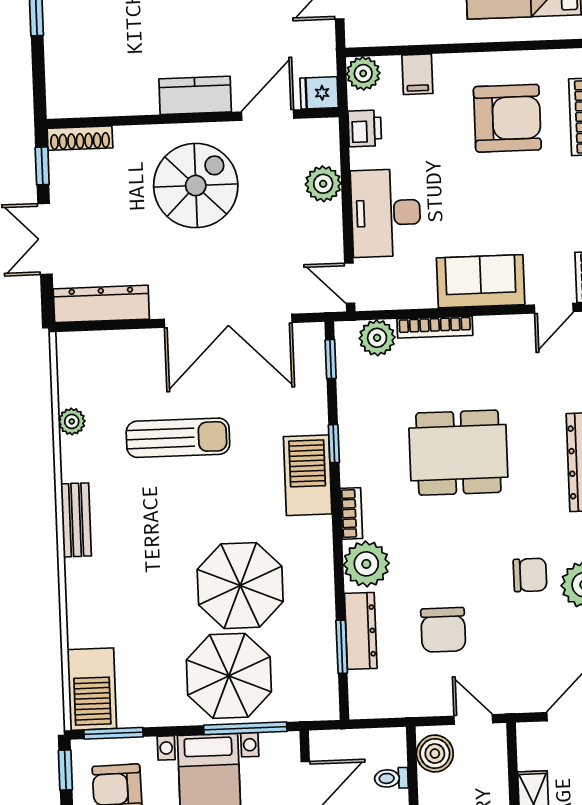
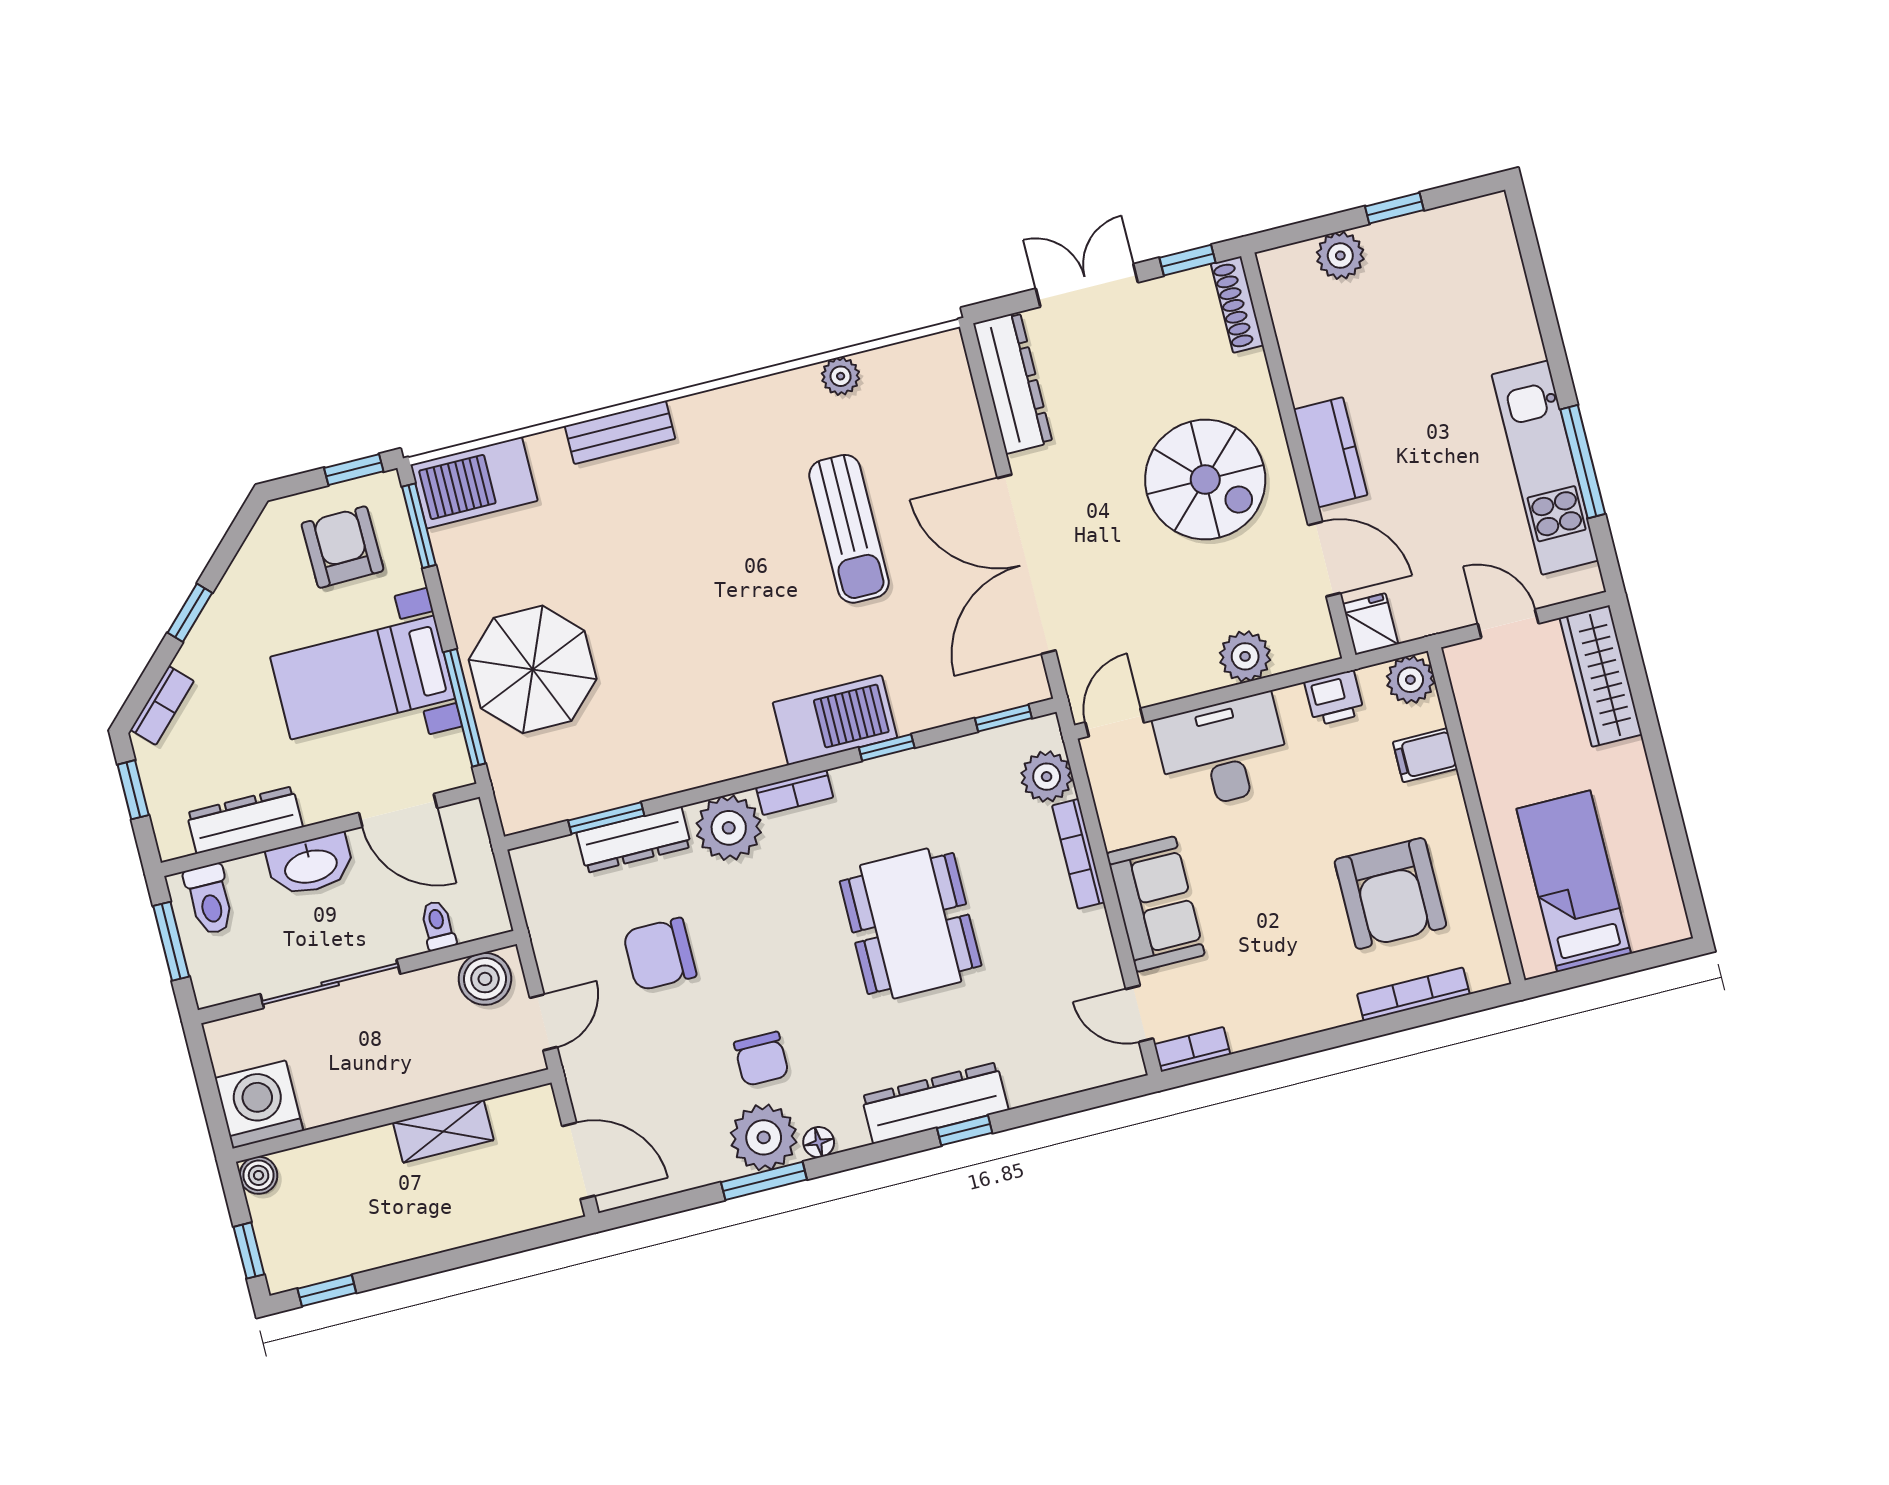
plant: (61, 60) -> (1340, 256), added
bench: (76, 520) -> (620, 432), moved
parasol: (240, 586) -> (662, 659), removed

